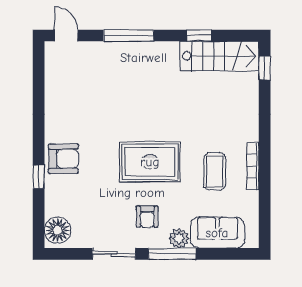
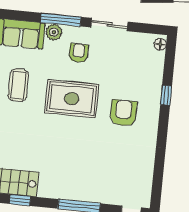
armchair: (63, 159) -> (123, 113), moved, turned 90
floor lamp: (58, 230) -> (160, 44), width x0.53, depth x0.53

